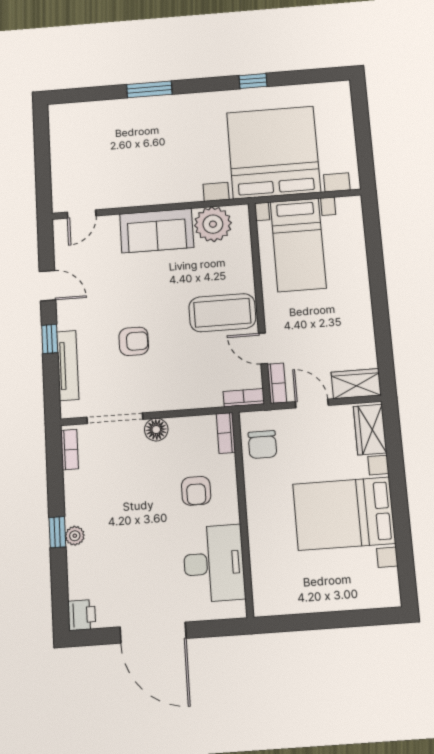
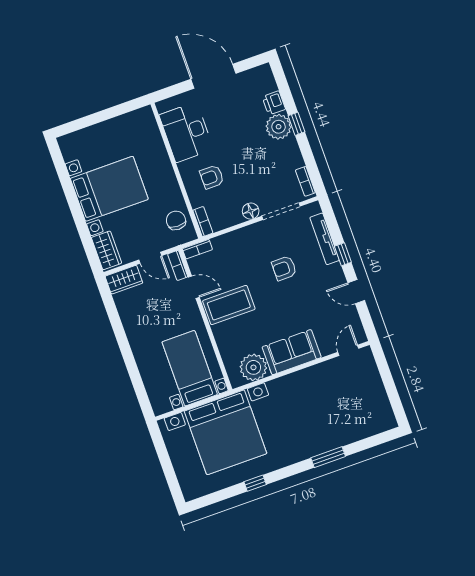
armchair: (196, 491) -> (212, 177), turned -90
plant: (75, 536) -> (279, 127), width x1.88, depth x1.88
printer: (82, 615) -> (274, 103), moved

